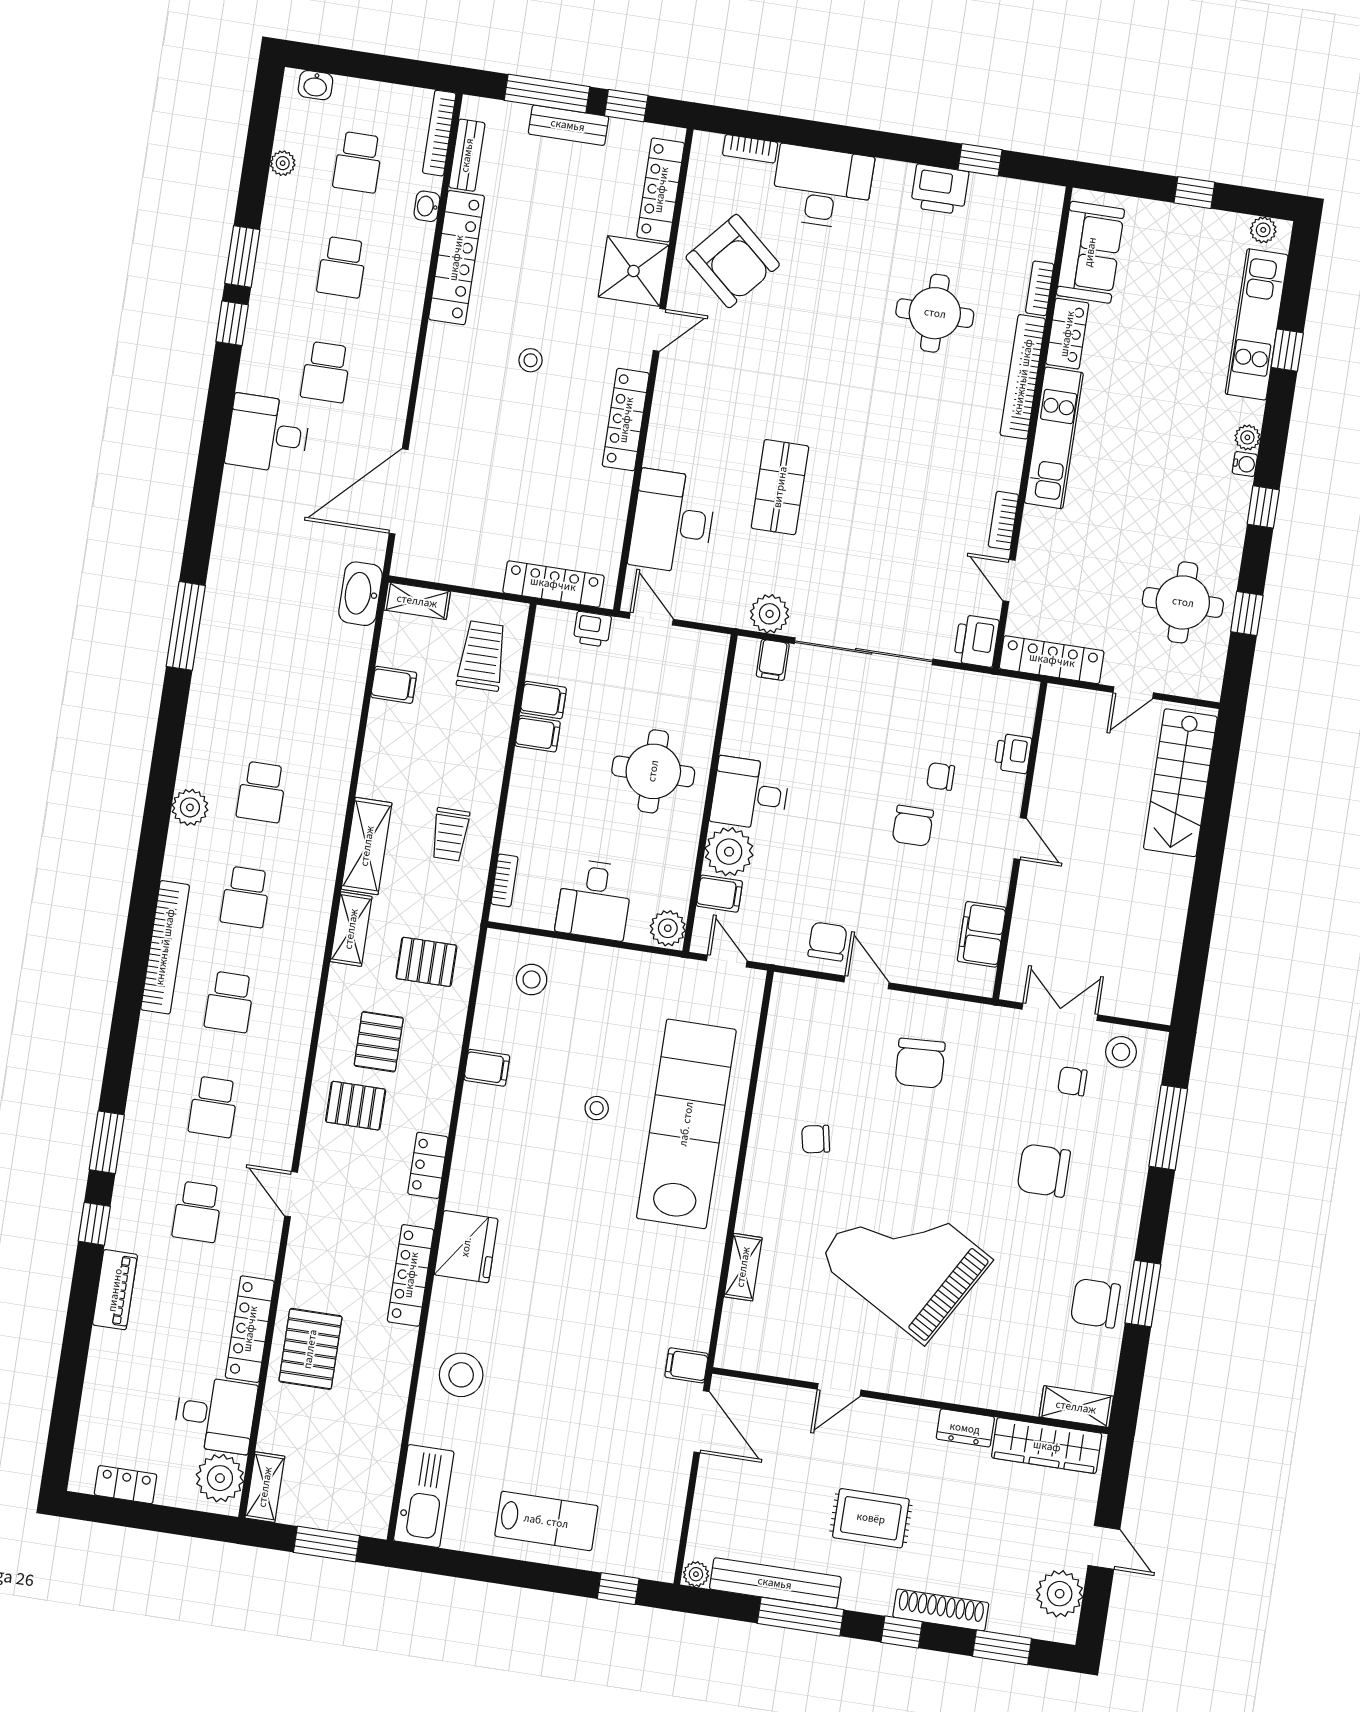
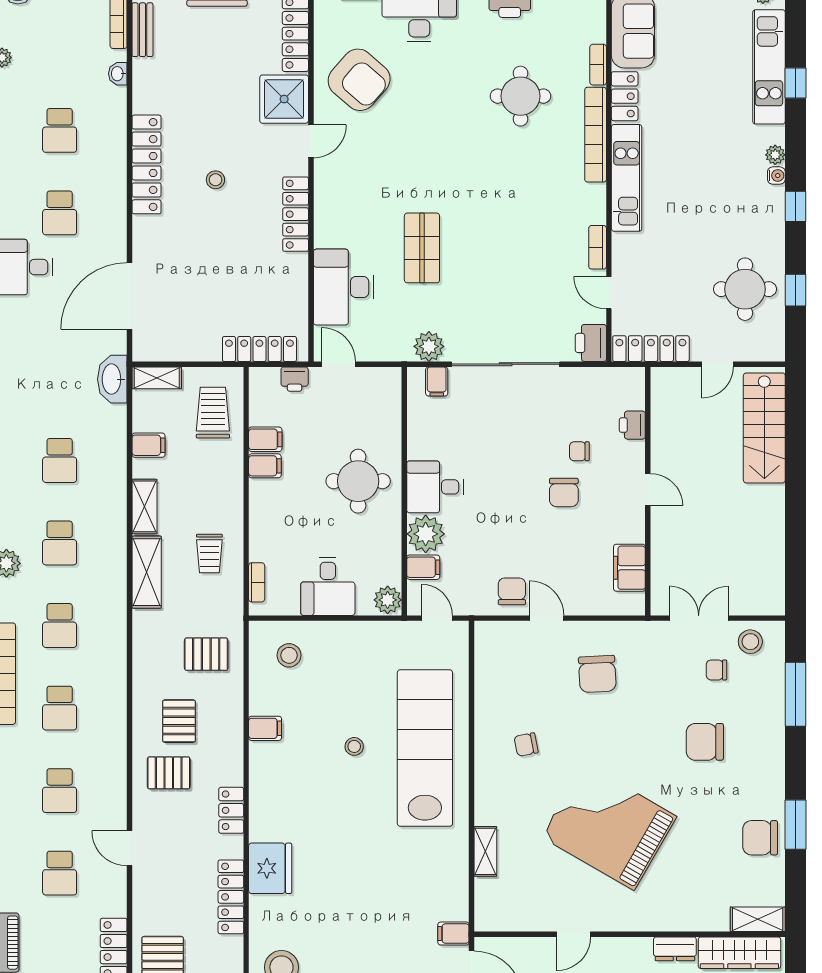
school desk: (358, 162) -> (60, 460), moved
locker: (456, 258) -> (147, 164), moved
shelving: (351, 929) -> (144, 506), moved

